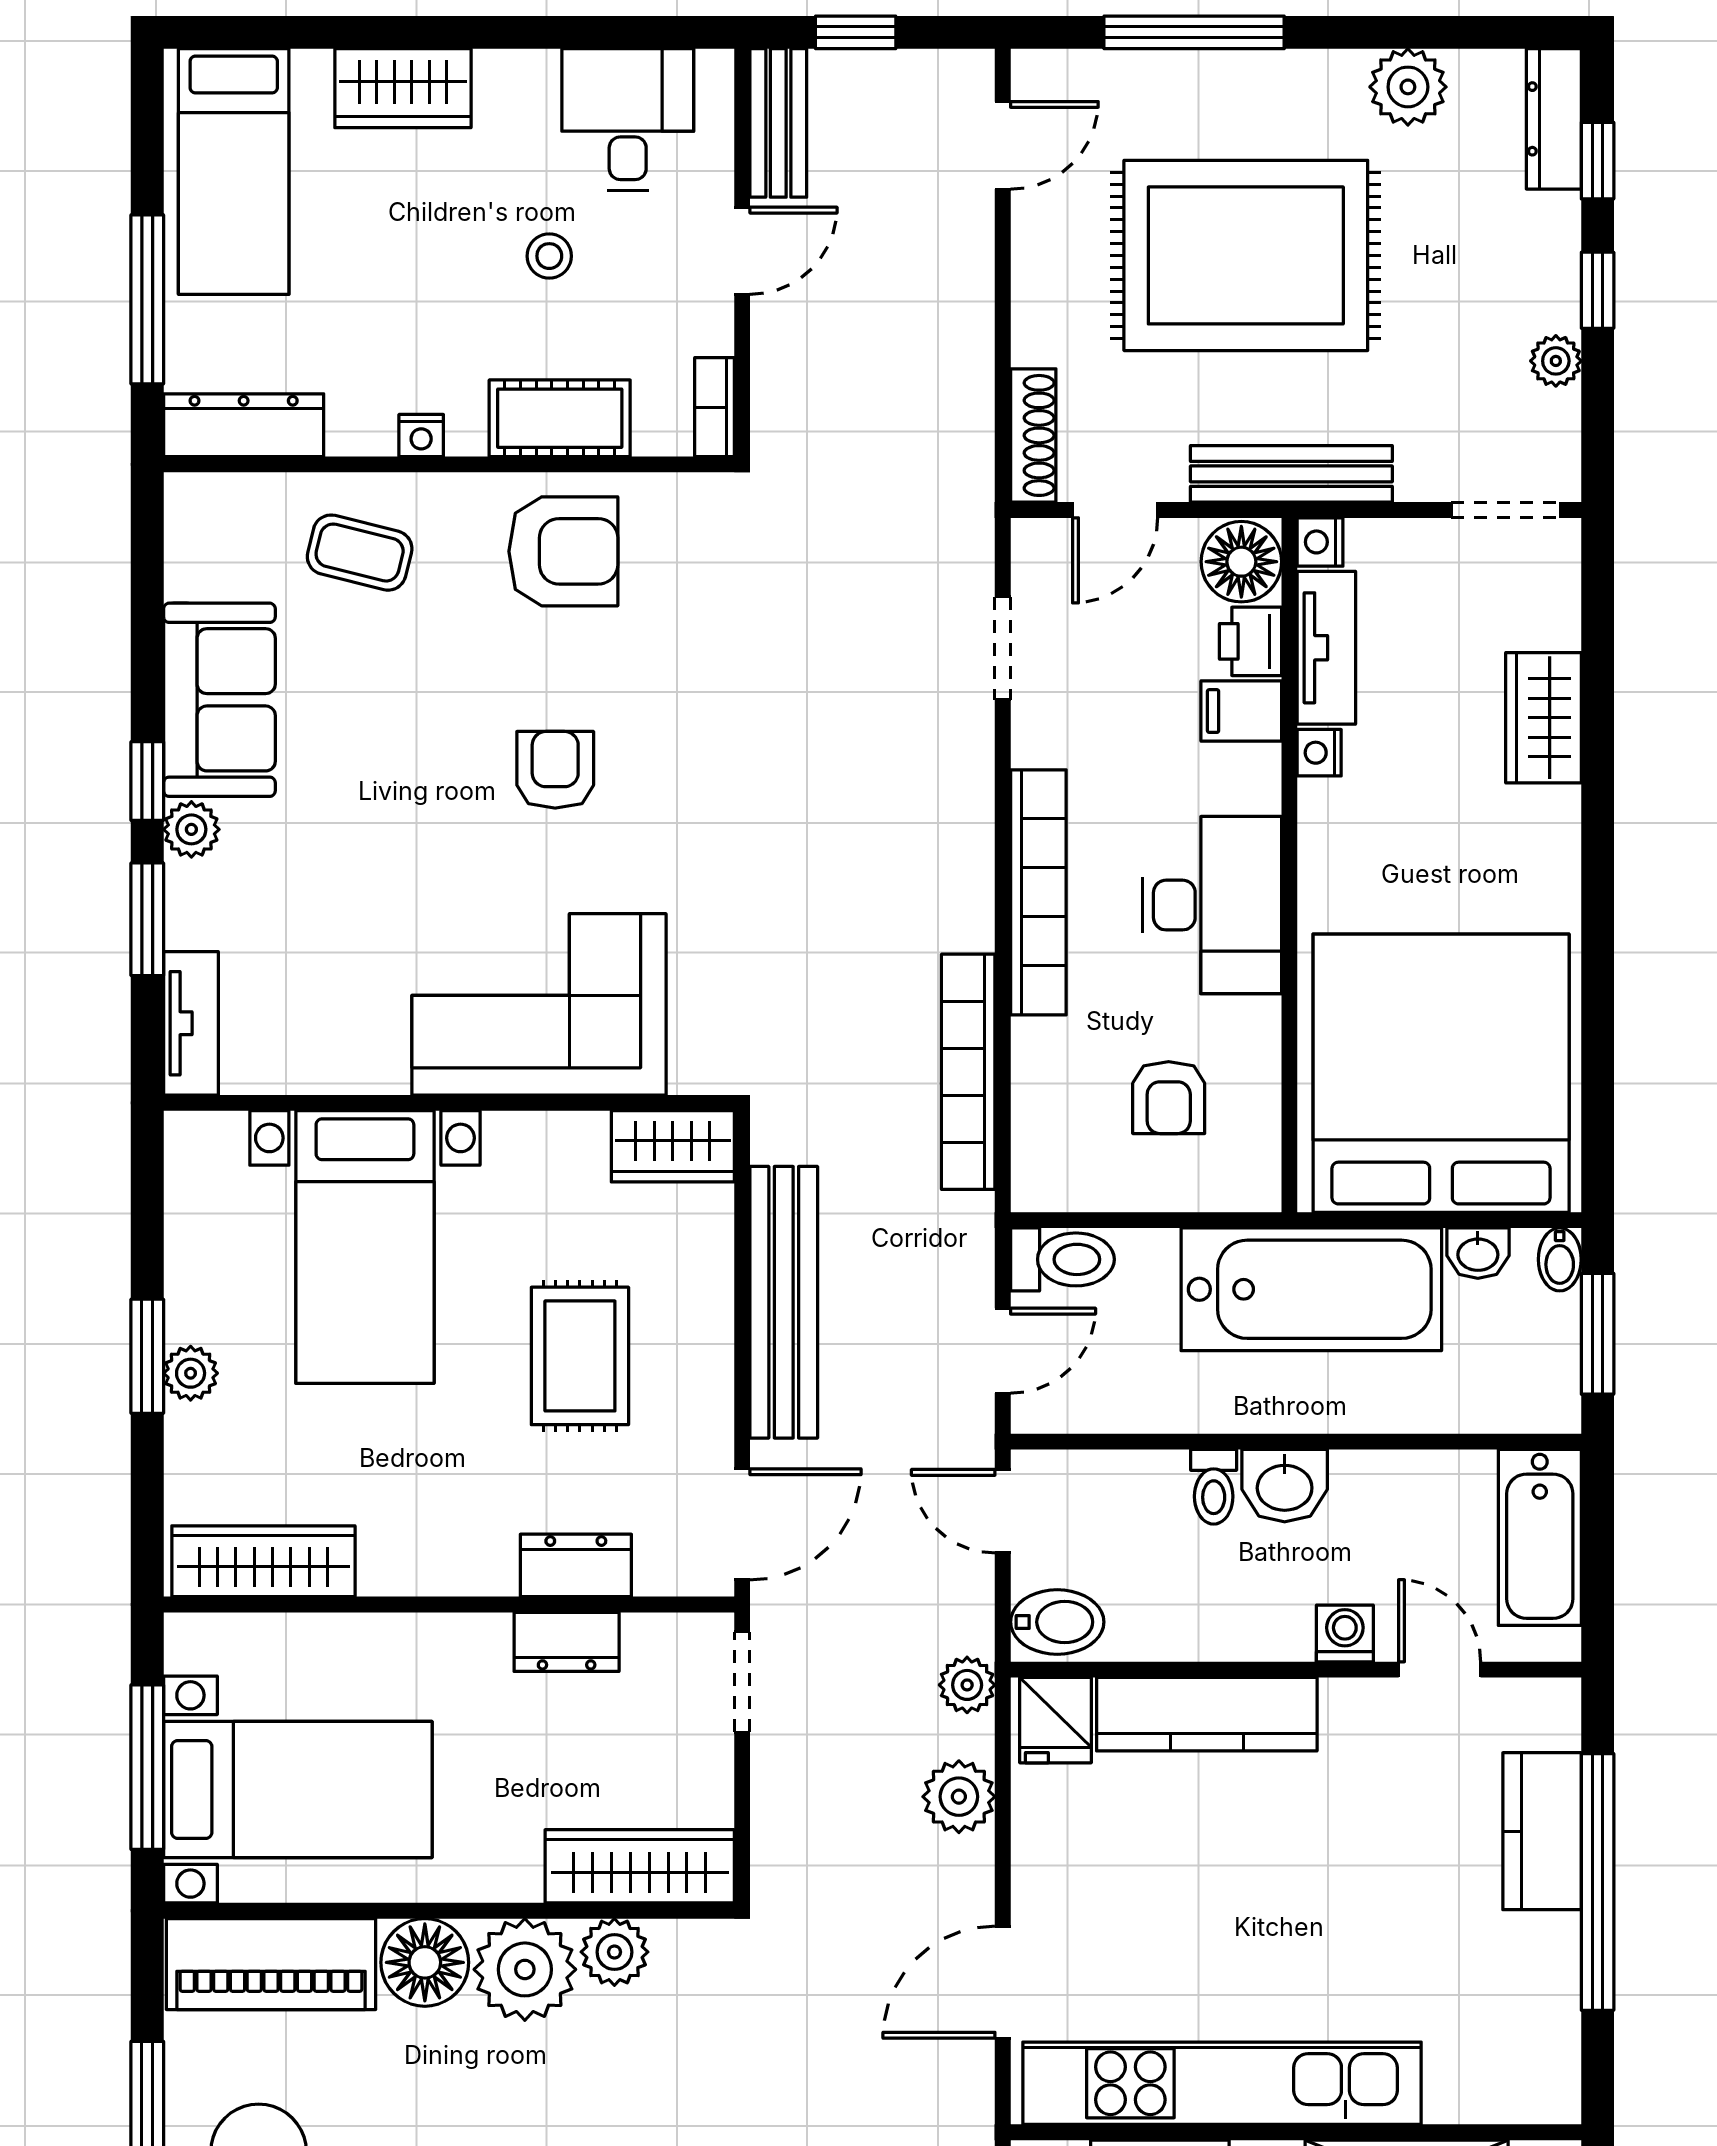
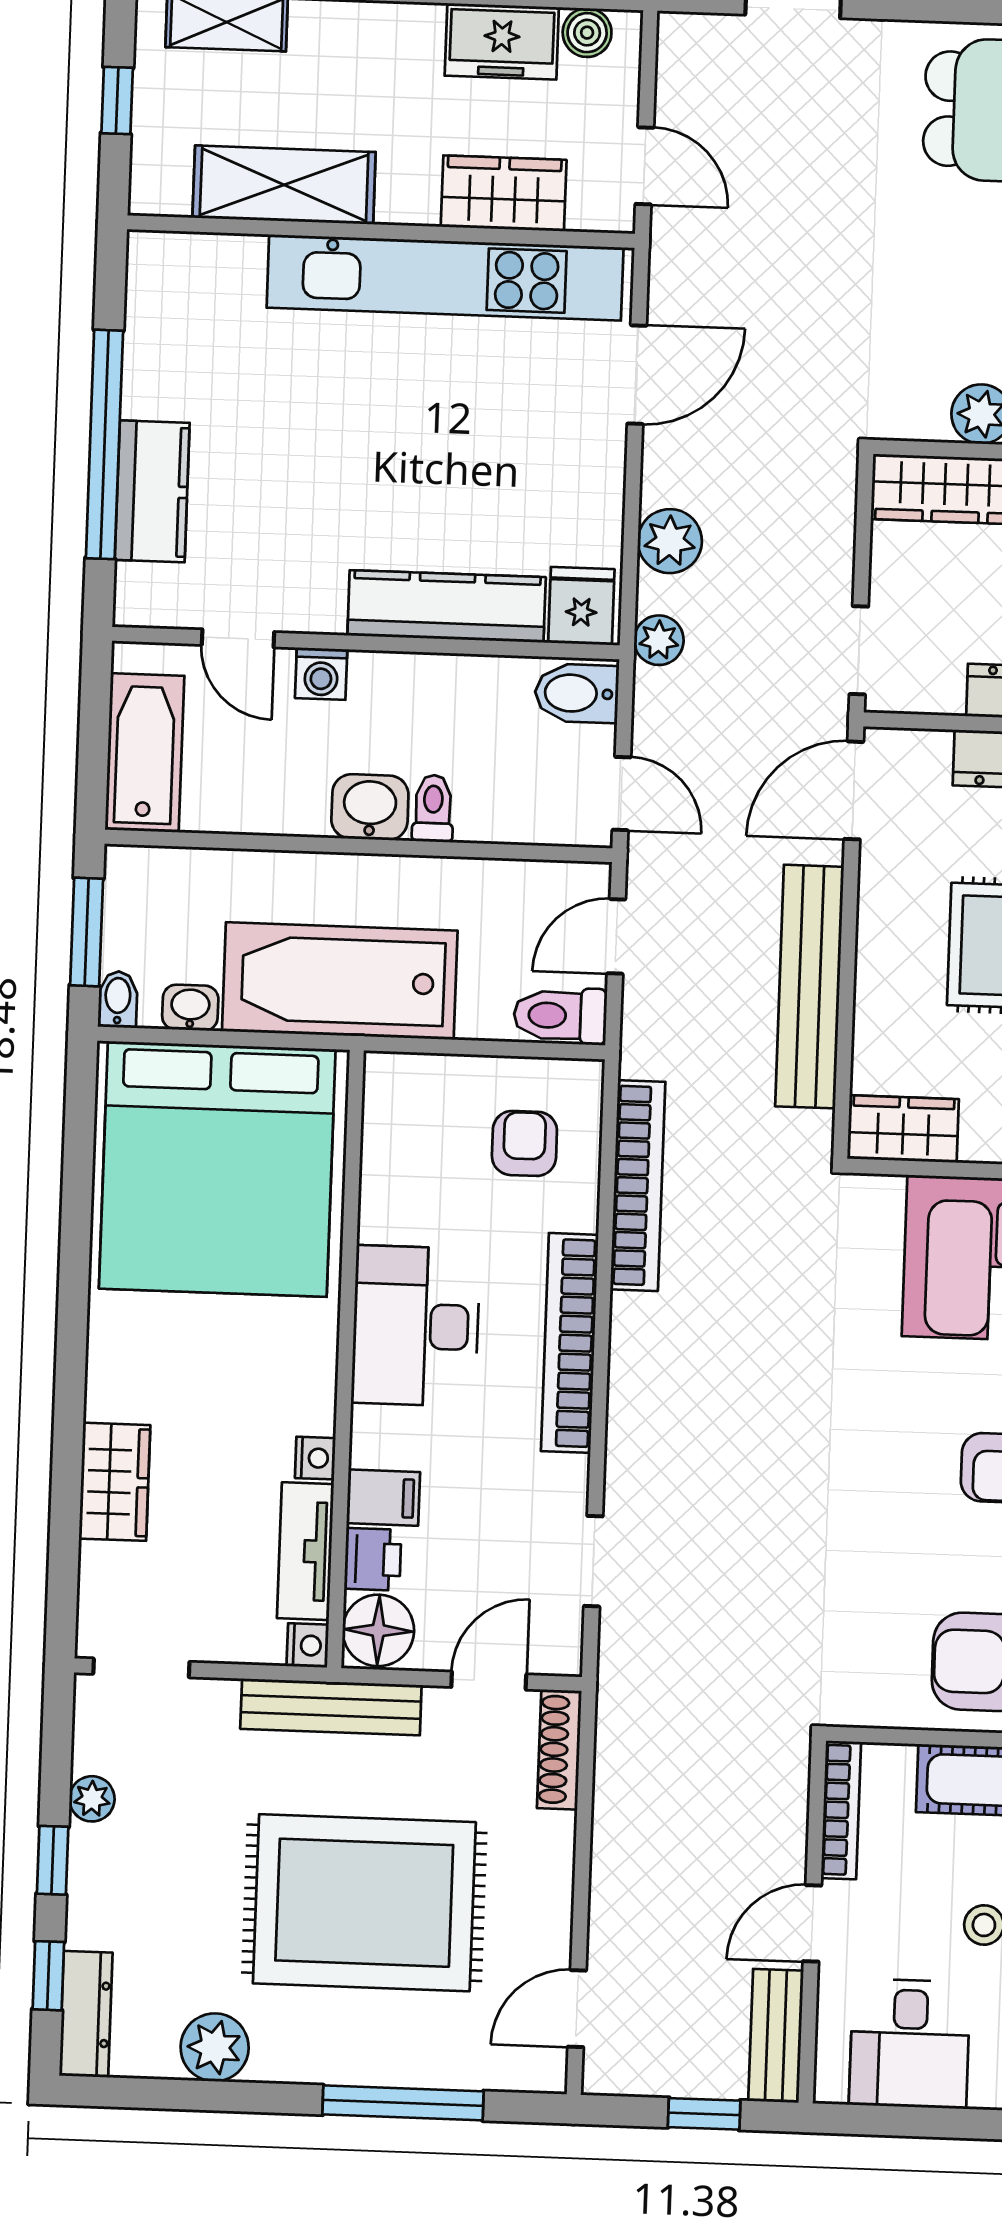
bookcase: (715, 407) -> (841, 1810), width x1.56
armchair: (1169, 1098) -> (524, 1143), moved

